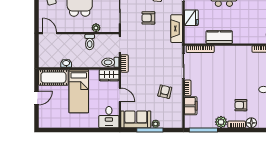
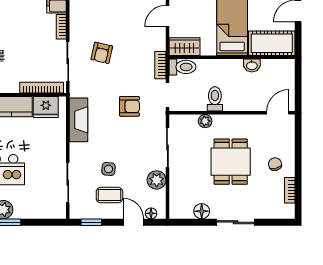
armchair: (148, 18) -> (130, 106), moved
fridge: (191, 18) -> (46, 107), moved, turned -90
door: (50, 33) -> (278, 113), swing flipped
armchair: (165, 92) -> (102, 53), moved
door: (120, 95) -> (167, 16), hinge flipped

